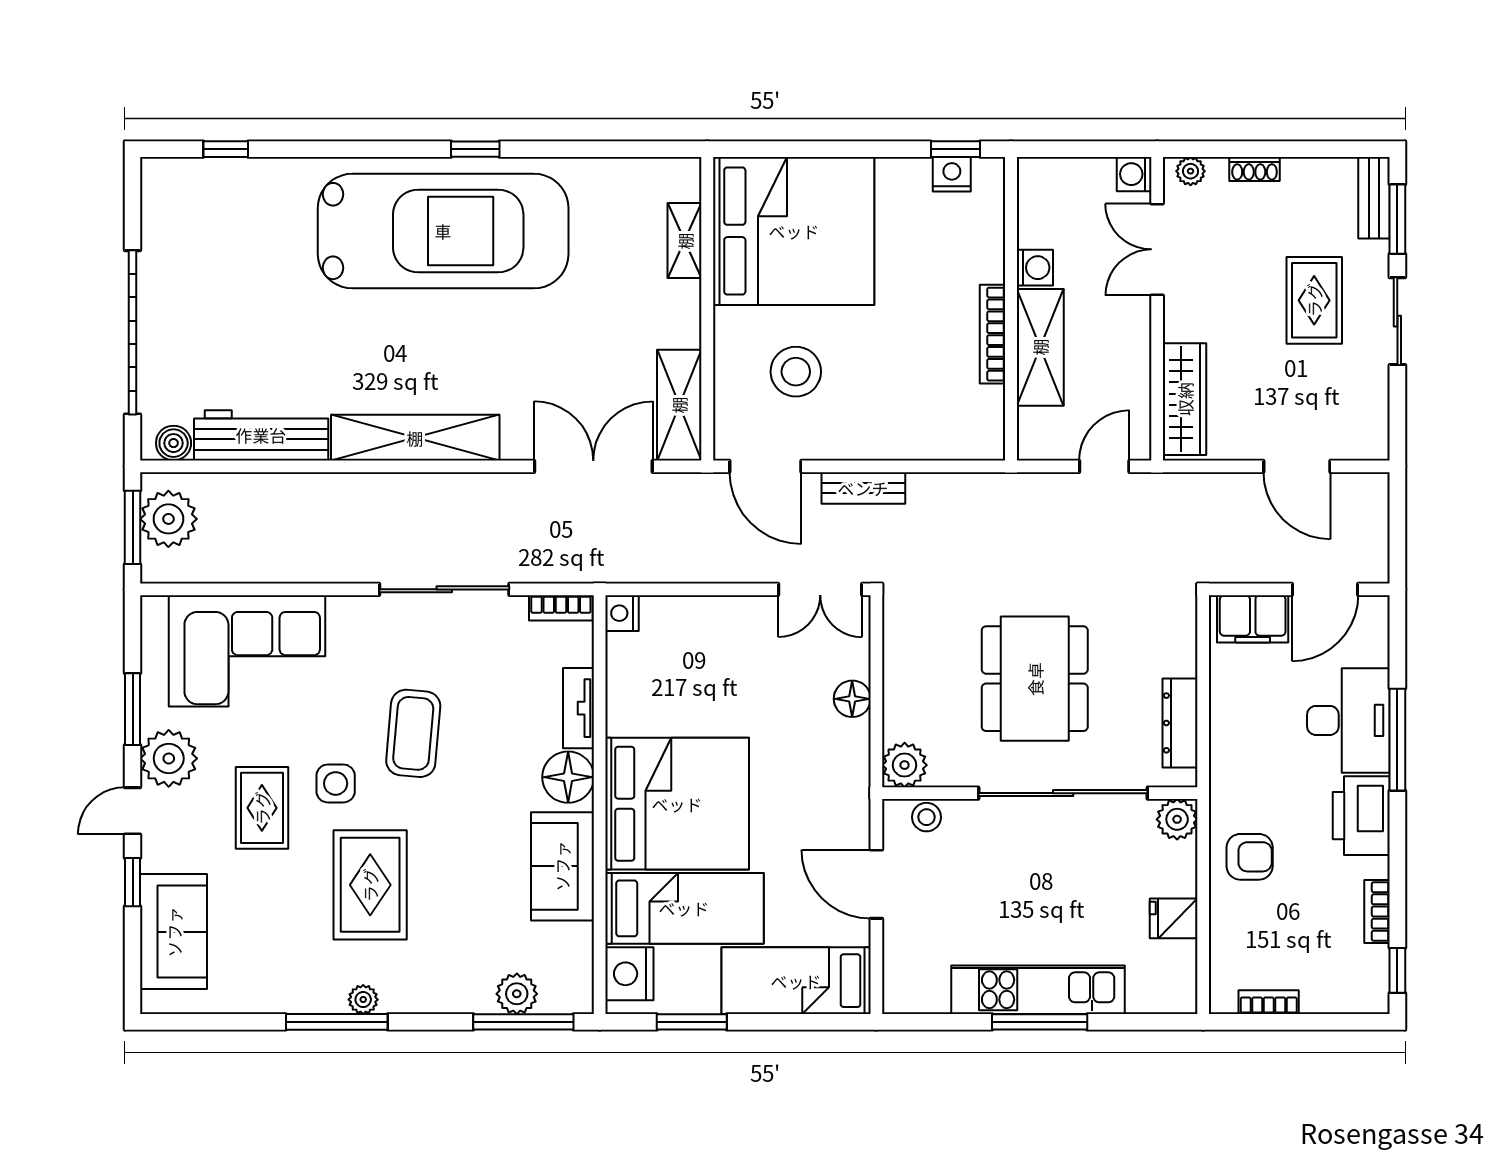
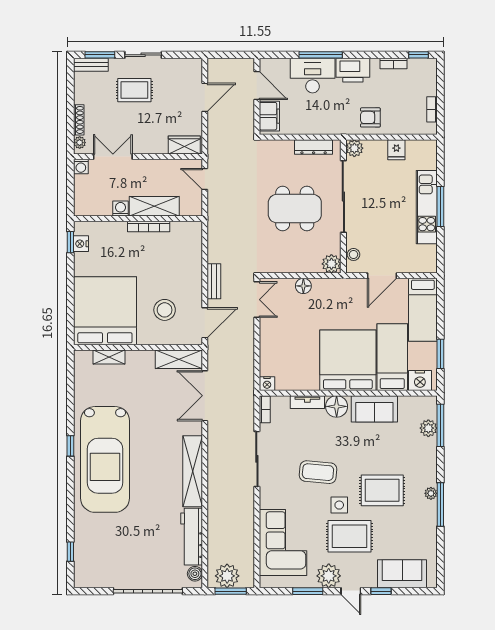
shoe rack: (1255, 169) -> (79, 120), width x1.43
car: (443, 231) -> (105, 459), turned 180
double door: (1157, 249) -> (113, 157), swing flipped
wardrobe: (1185, 399) -> (184, 145), width x0.67
rug: (262, 808) -> (350, 536), width x1.36, depth x1.43
armchair: (1250, 857) -> (370, 117), turned -90

